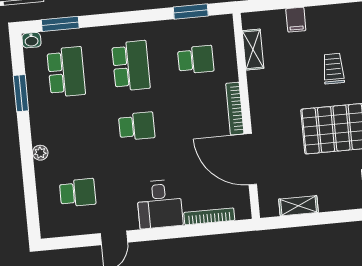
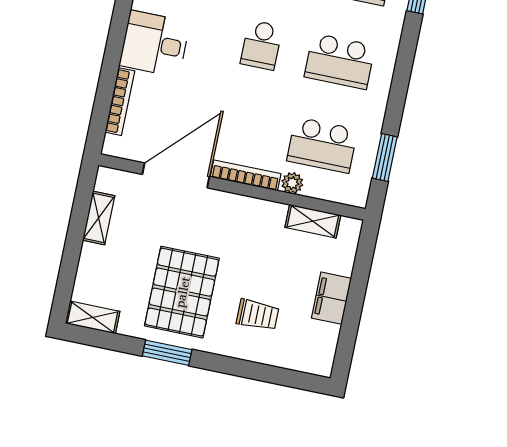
filing cabinet: (296, 20) -> (331, 298), width x2.00
school desk: (196, 60) -> (322, 145), width x1.85
plant: (230, 73) -> (292, 183), added

